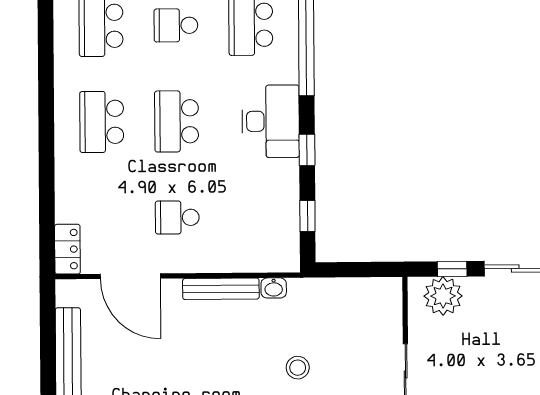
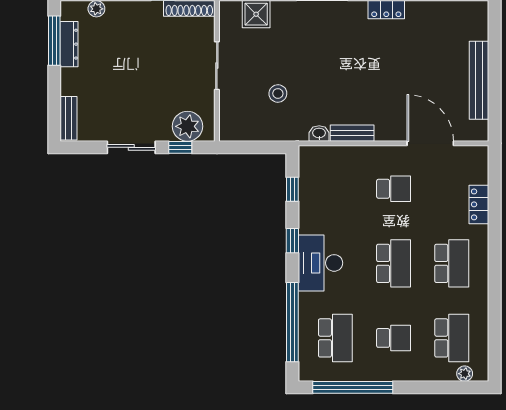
locker: (67, 249) -> (479, 204), moved
bench: (221, 289) -> (352, 133), width x0.73
stool: (298, 368) -> (278, 93), moved

